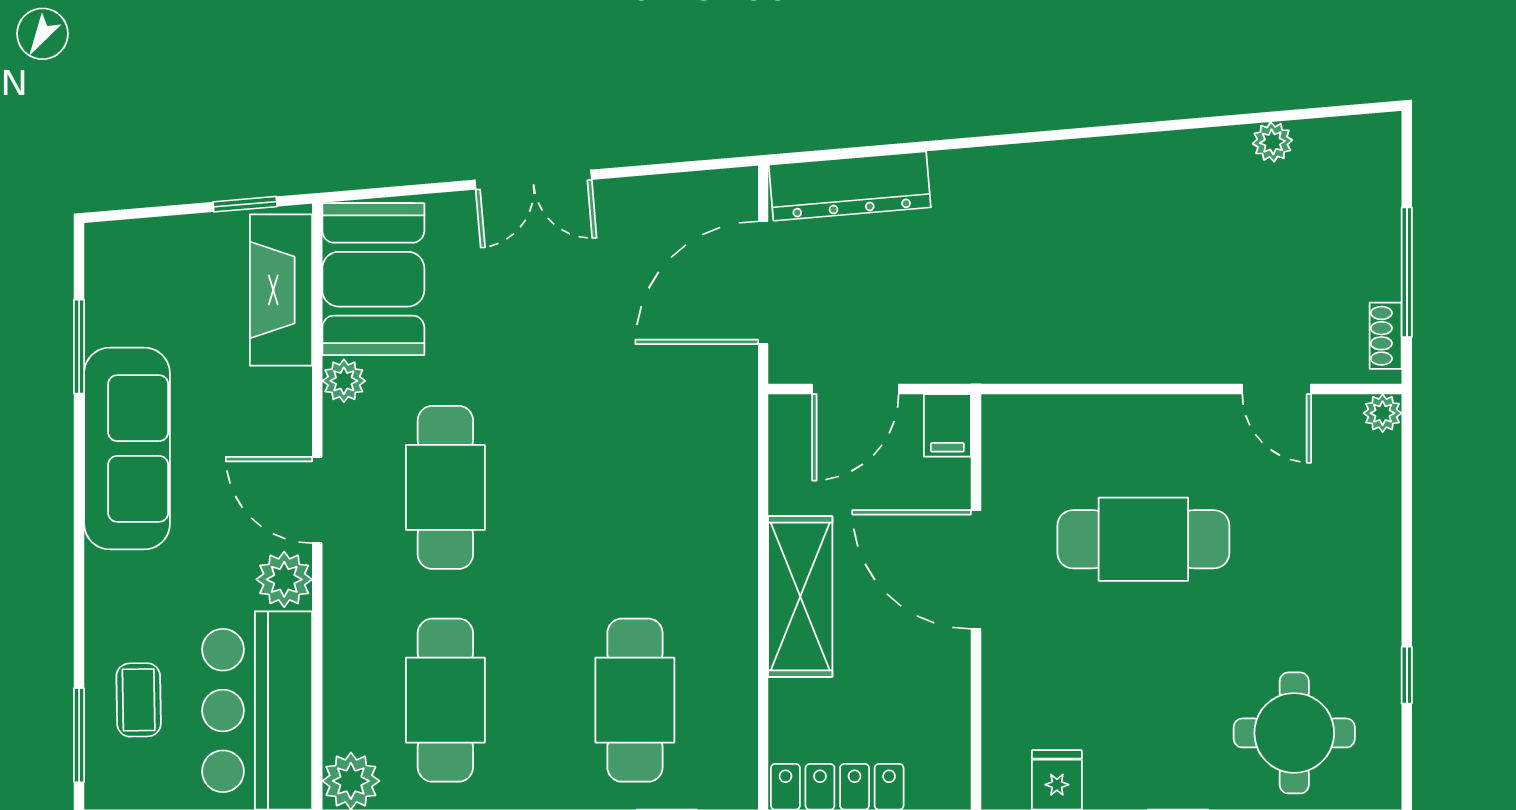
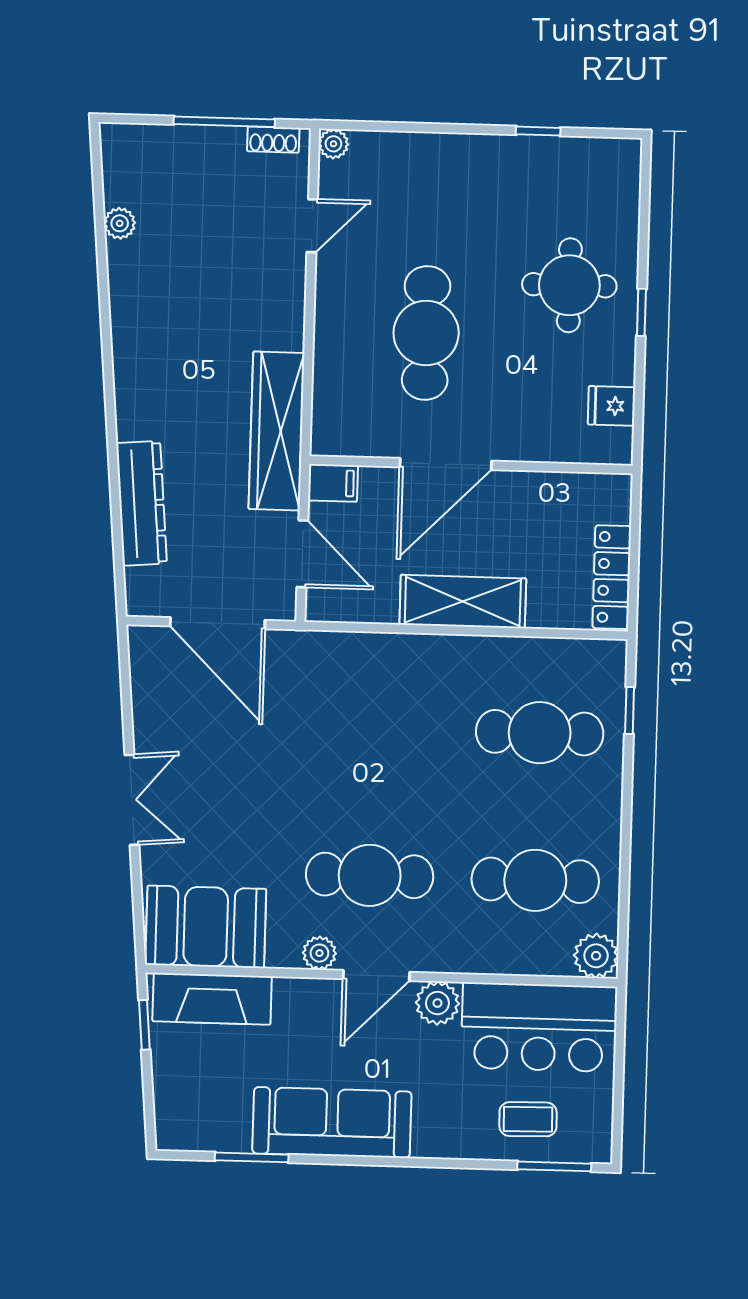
dresser: (850, 186) -> (141, 503), moved
wardrobe: (1012, 351) -> (277, 431), added
plant: (344, 381) -> (319, 953), moved
round table: (1294, 733) -> (569, 285), moved

